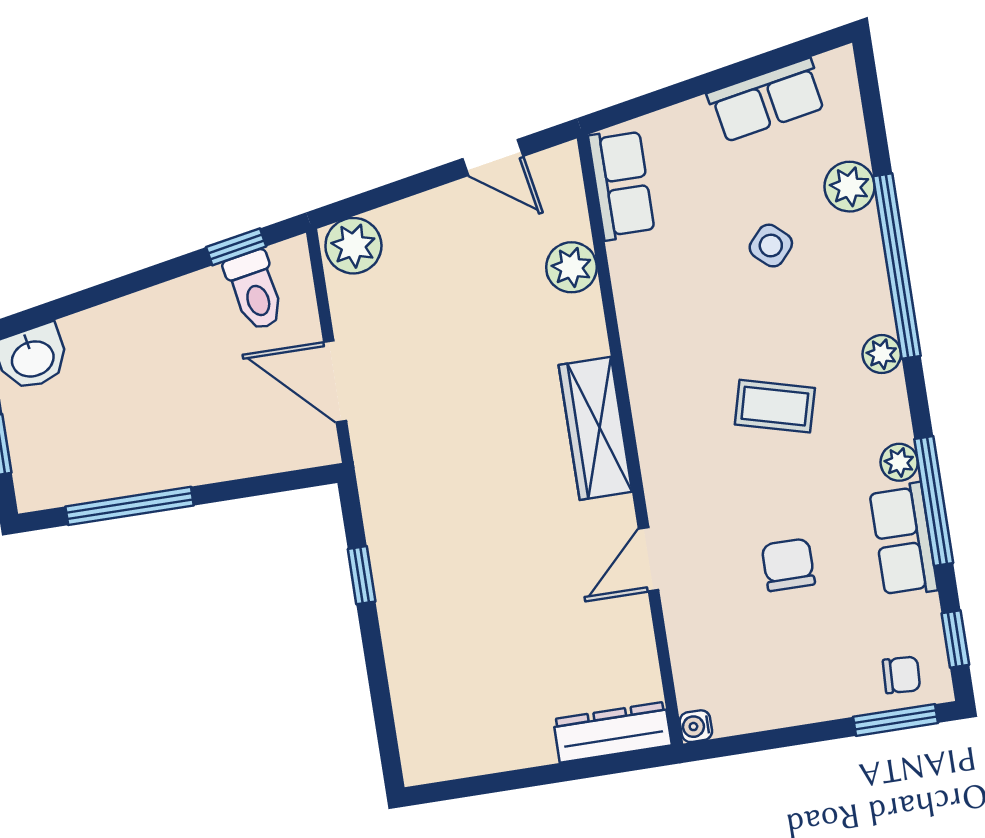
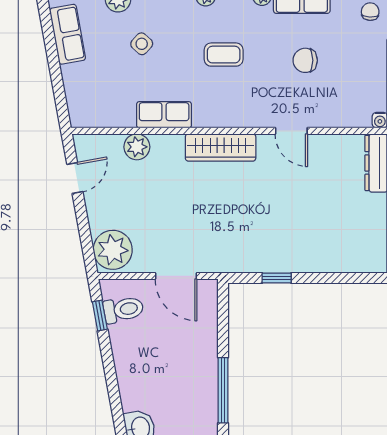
row of seats: (621, 184) -> (164, 115), moved
plant: (353, 246) -> (113, 250), width x1.36, depth x1.36
door: (335, 381) -> (176, 276), hinge flipped
coffee table: (775, 406) -> (224, 55), turned 75

